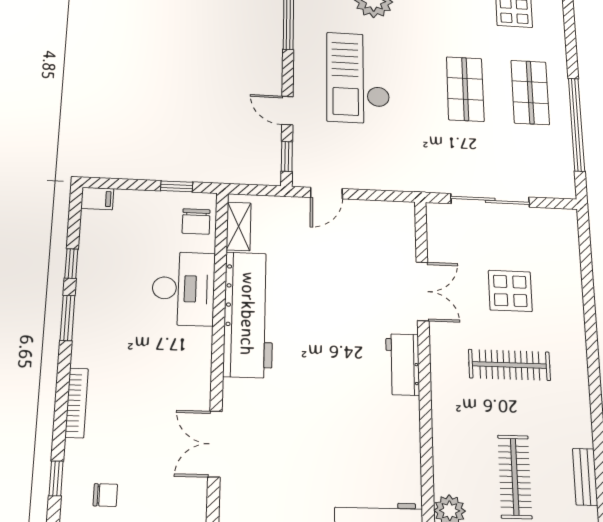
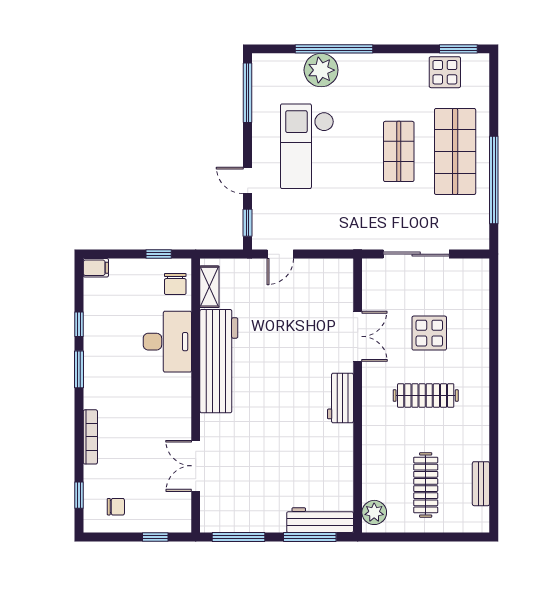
shop shelf: (530, 92) -> (455, 151), width x1.43, depth x1.36

